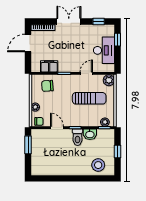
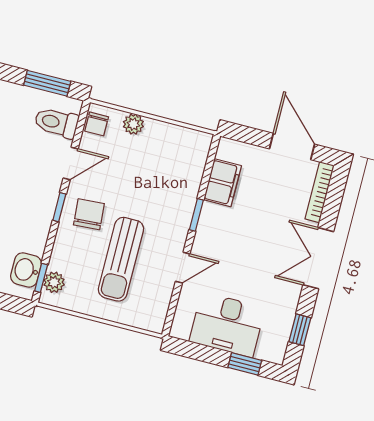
double door: (69, 21) -> (318, 258), swing flipped
door: (86, 73) -> (183, 268), hinge flipped
plant: (109, 80) -> (152, 318), removed
chair: (47, 86) -> (89, 214), moved
washbasin: (90, 134) -> (26, 270), moved
toilet: (78, 137) -> (56, 123), moved

